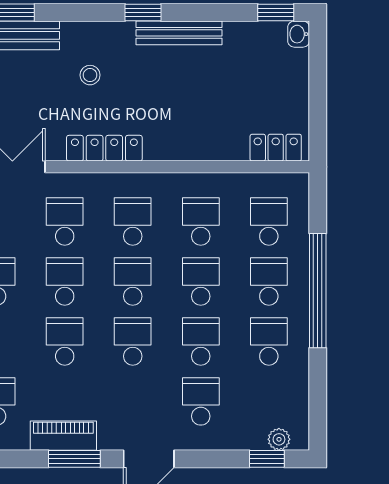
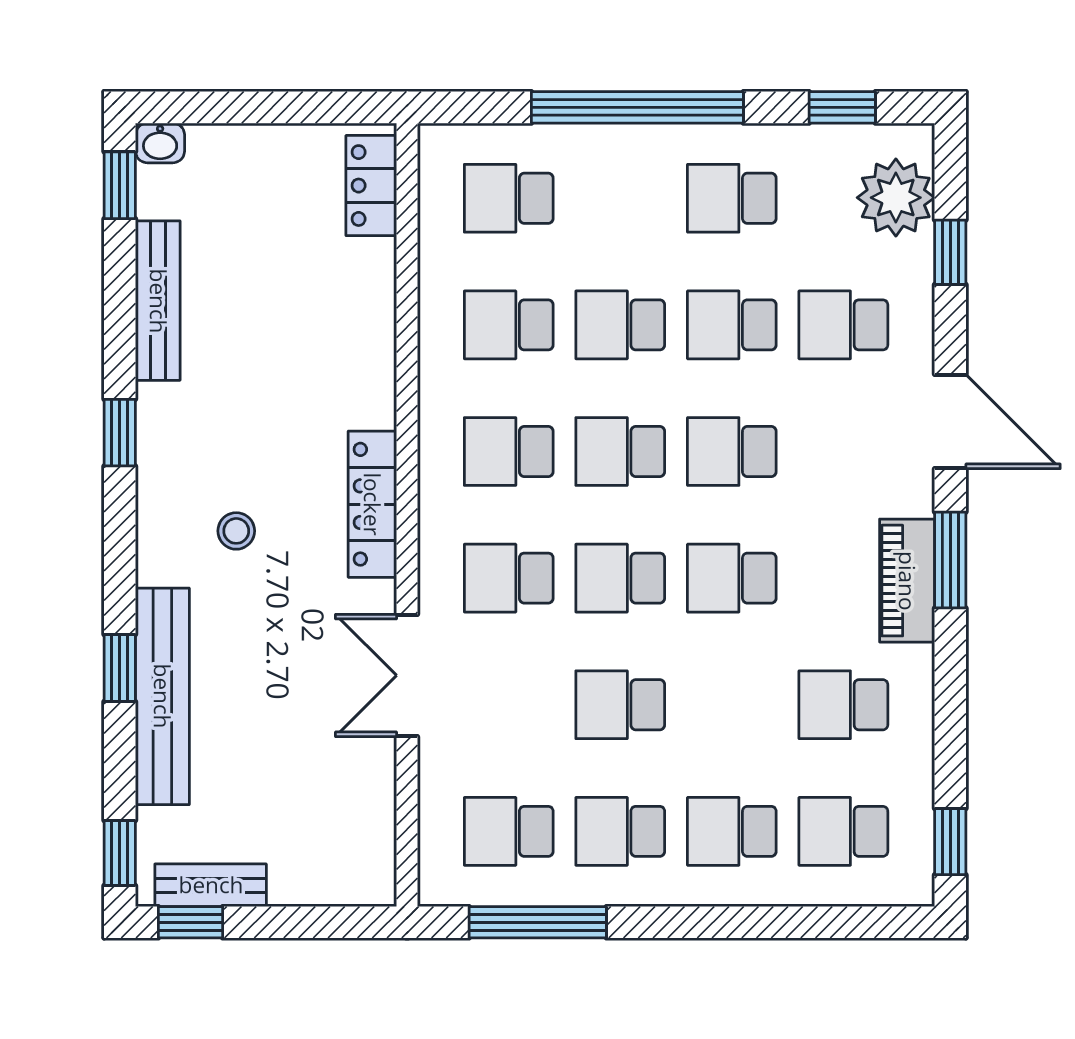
bench: (179, 33) -> (158, 301), moved
school desk: (269, 281) -> (620, 198), removed
window: (318, 401) -> (842, 107), added
plant: (279, 439) -> (896, 198), width x1.87, depth x1.87
window: (267, 459) -> (950, 252), moved

